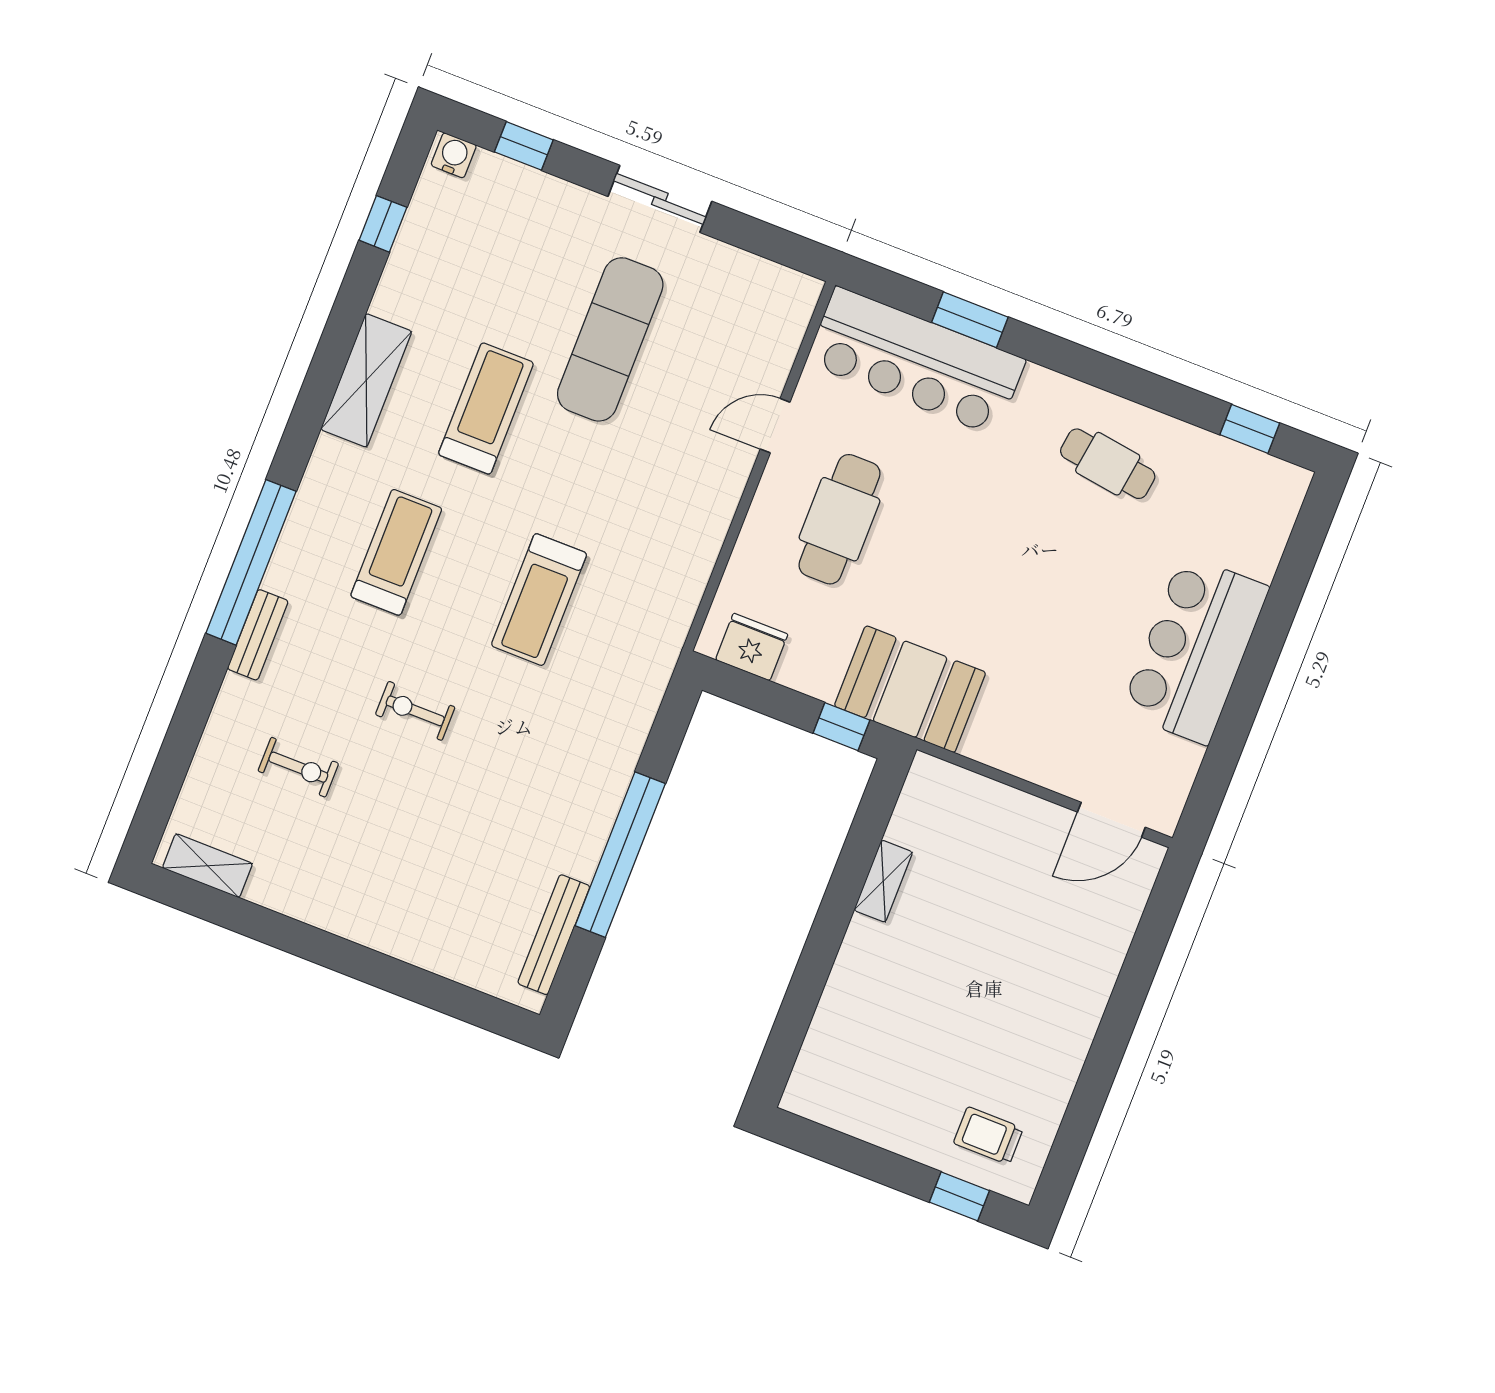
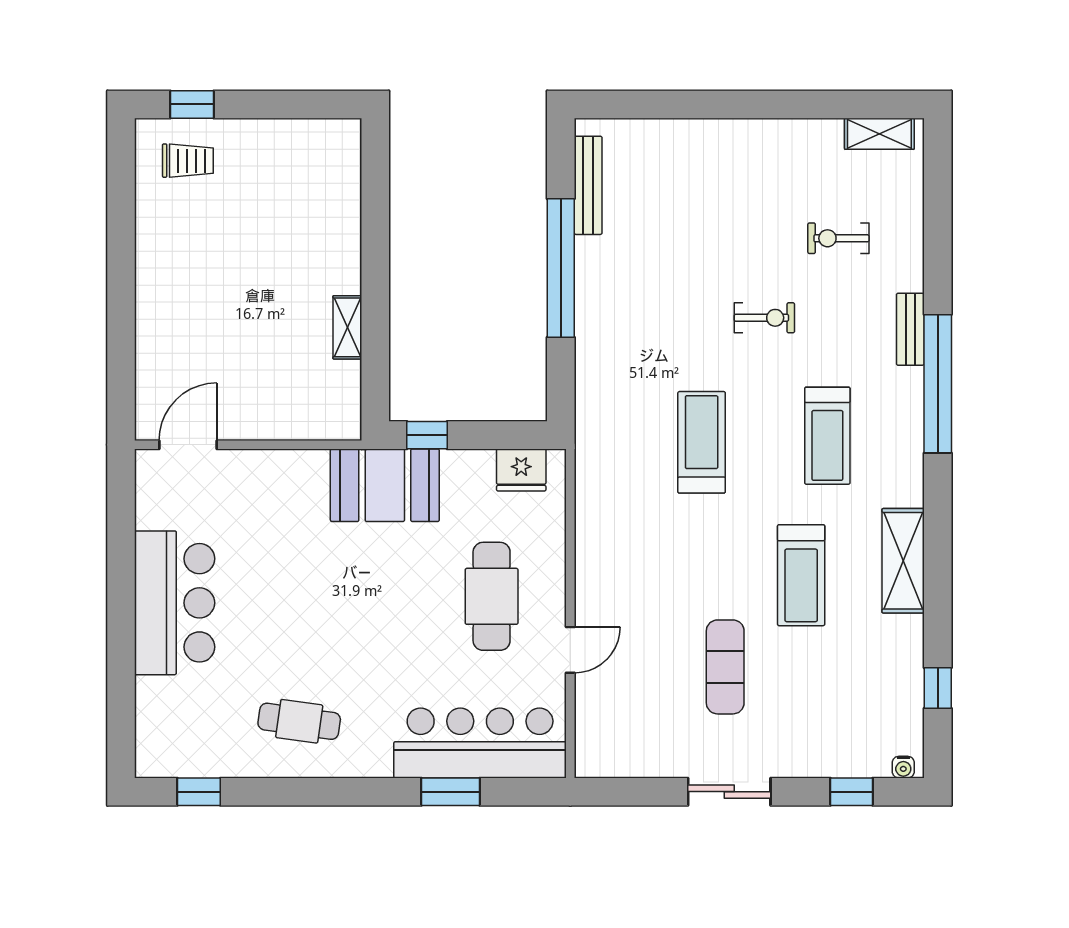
water cooler: (454, 155) -> (903, 767), width x0.72, depth x0.72
exercise mat: (610, 339) -> (725, 667), width x0.73, depth x0.69

